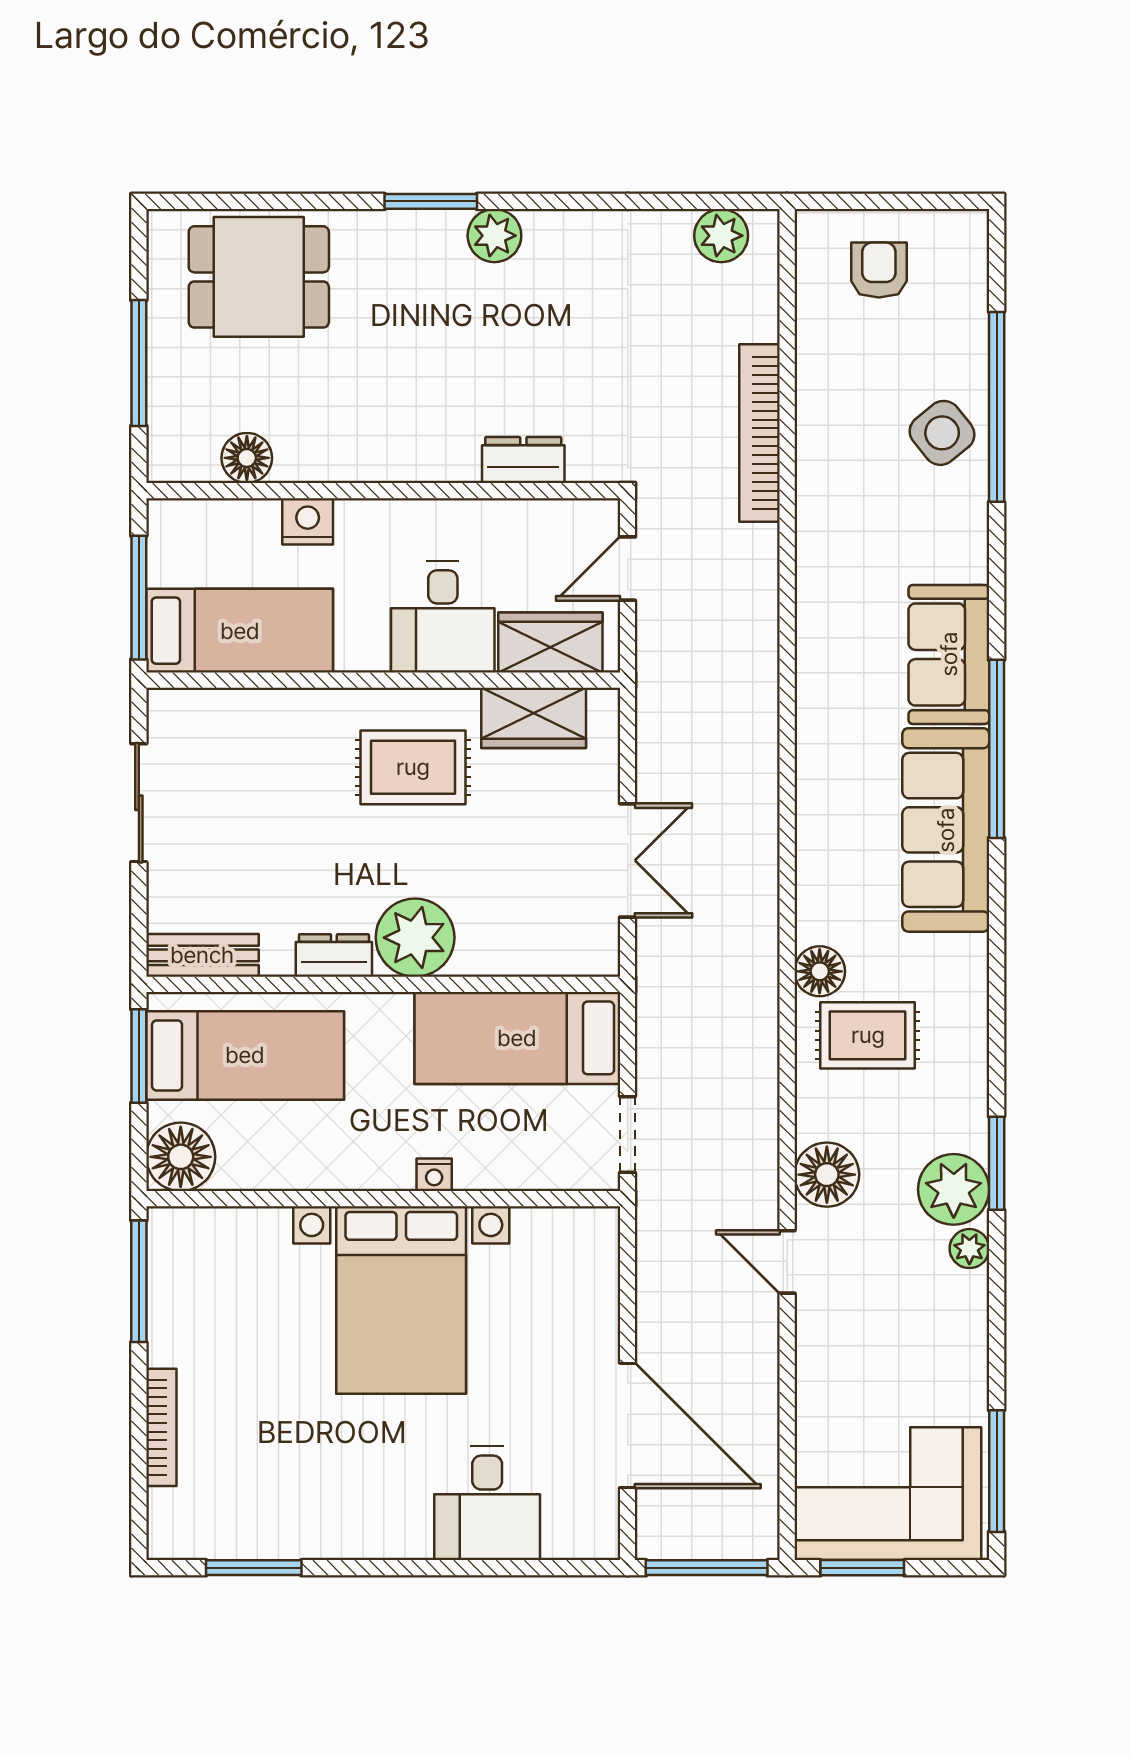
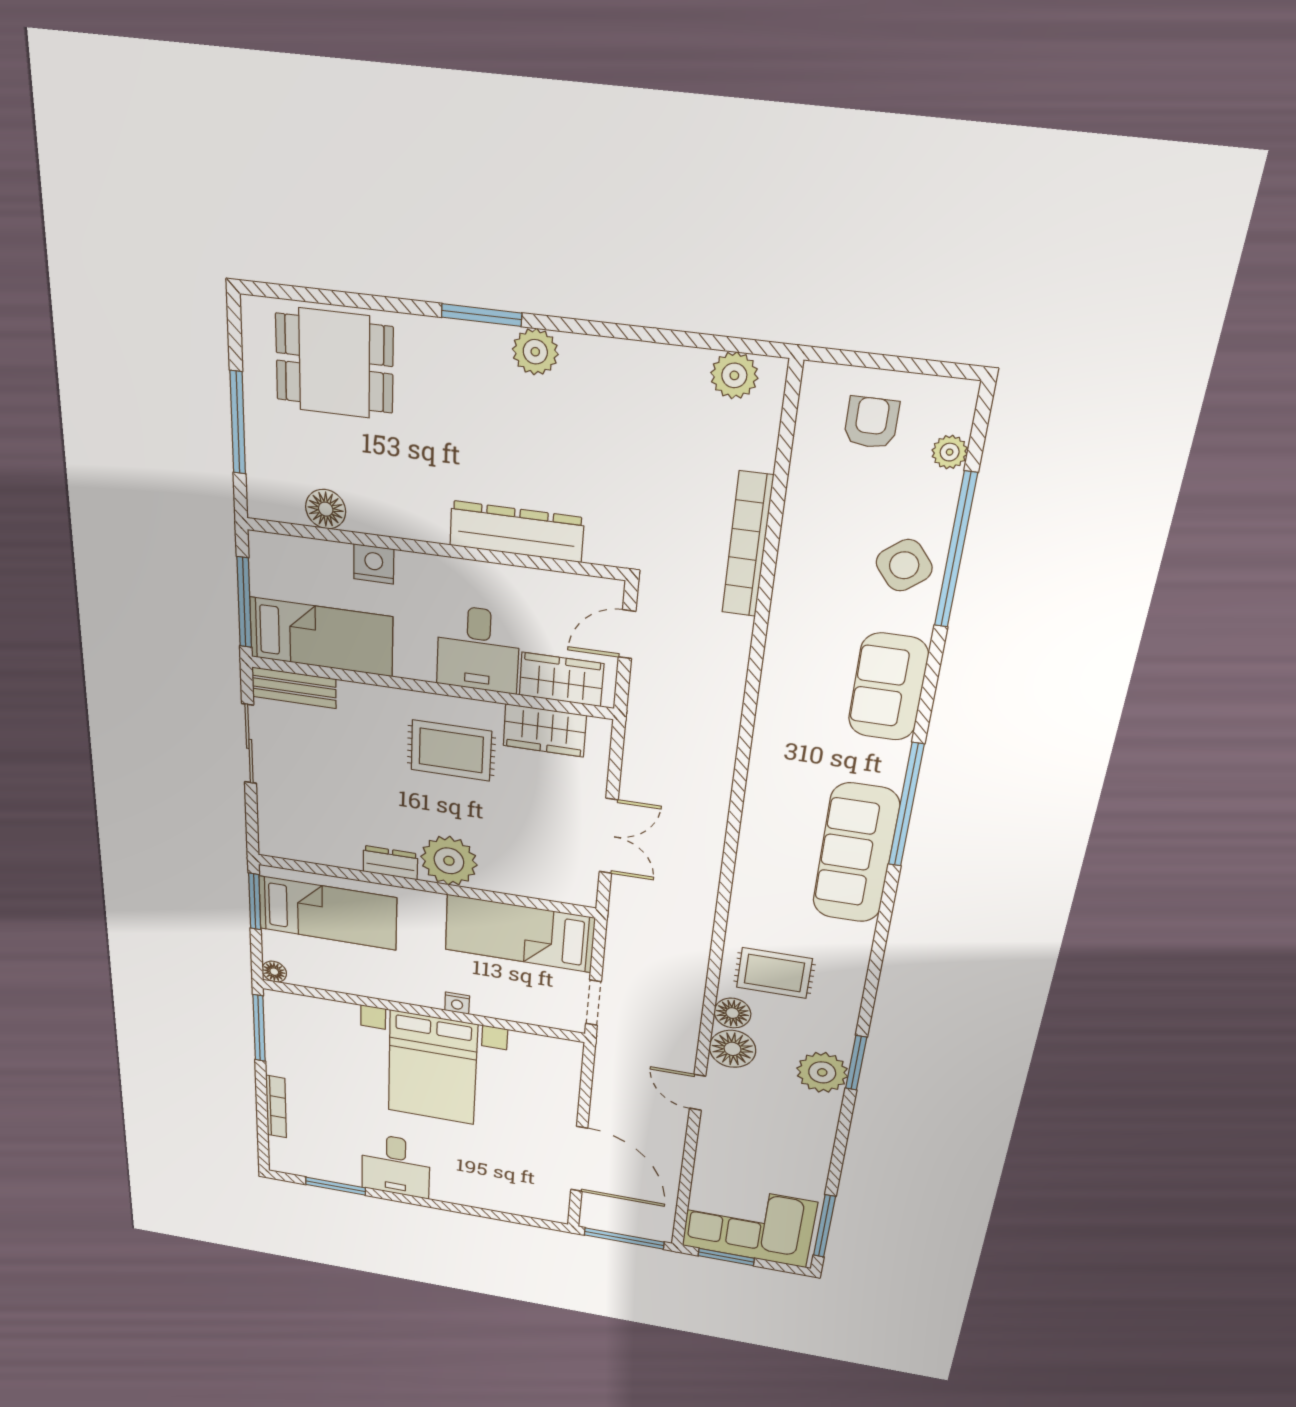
dresser: (523, 460) -> (516, 532), width x1.96, depth x1.24
sofa: (949, 654) -> (888, 687), moved
bench: (202, 955) -> (294, 688), moved
floor lamp: (820, 971) -> (732, 1013), moved
floor lamp: (181, 1157) -> (274, 972), width x0.53, depth x0.53
plant: (969, 1249) -> (950, 452), moved
desk: (487, 1503) -> (396, 1166), moved

